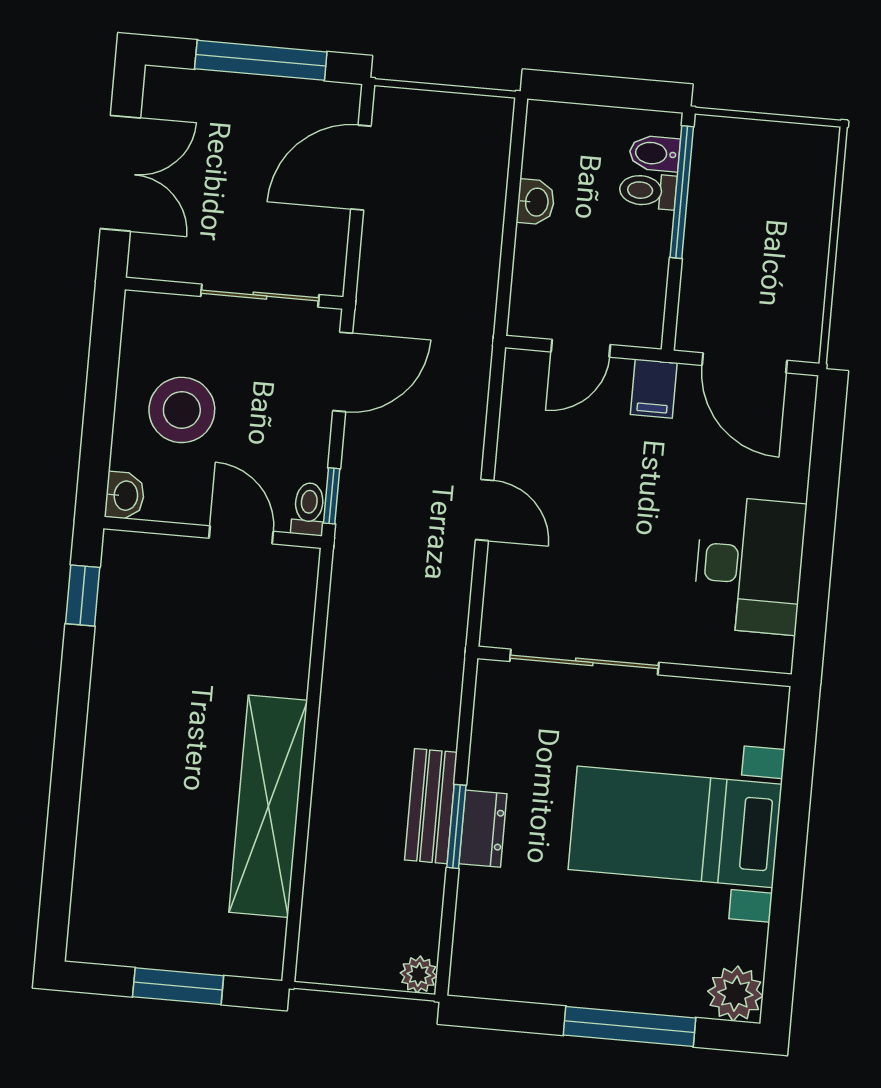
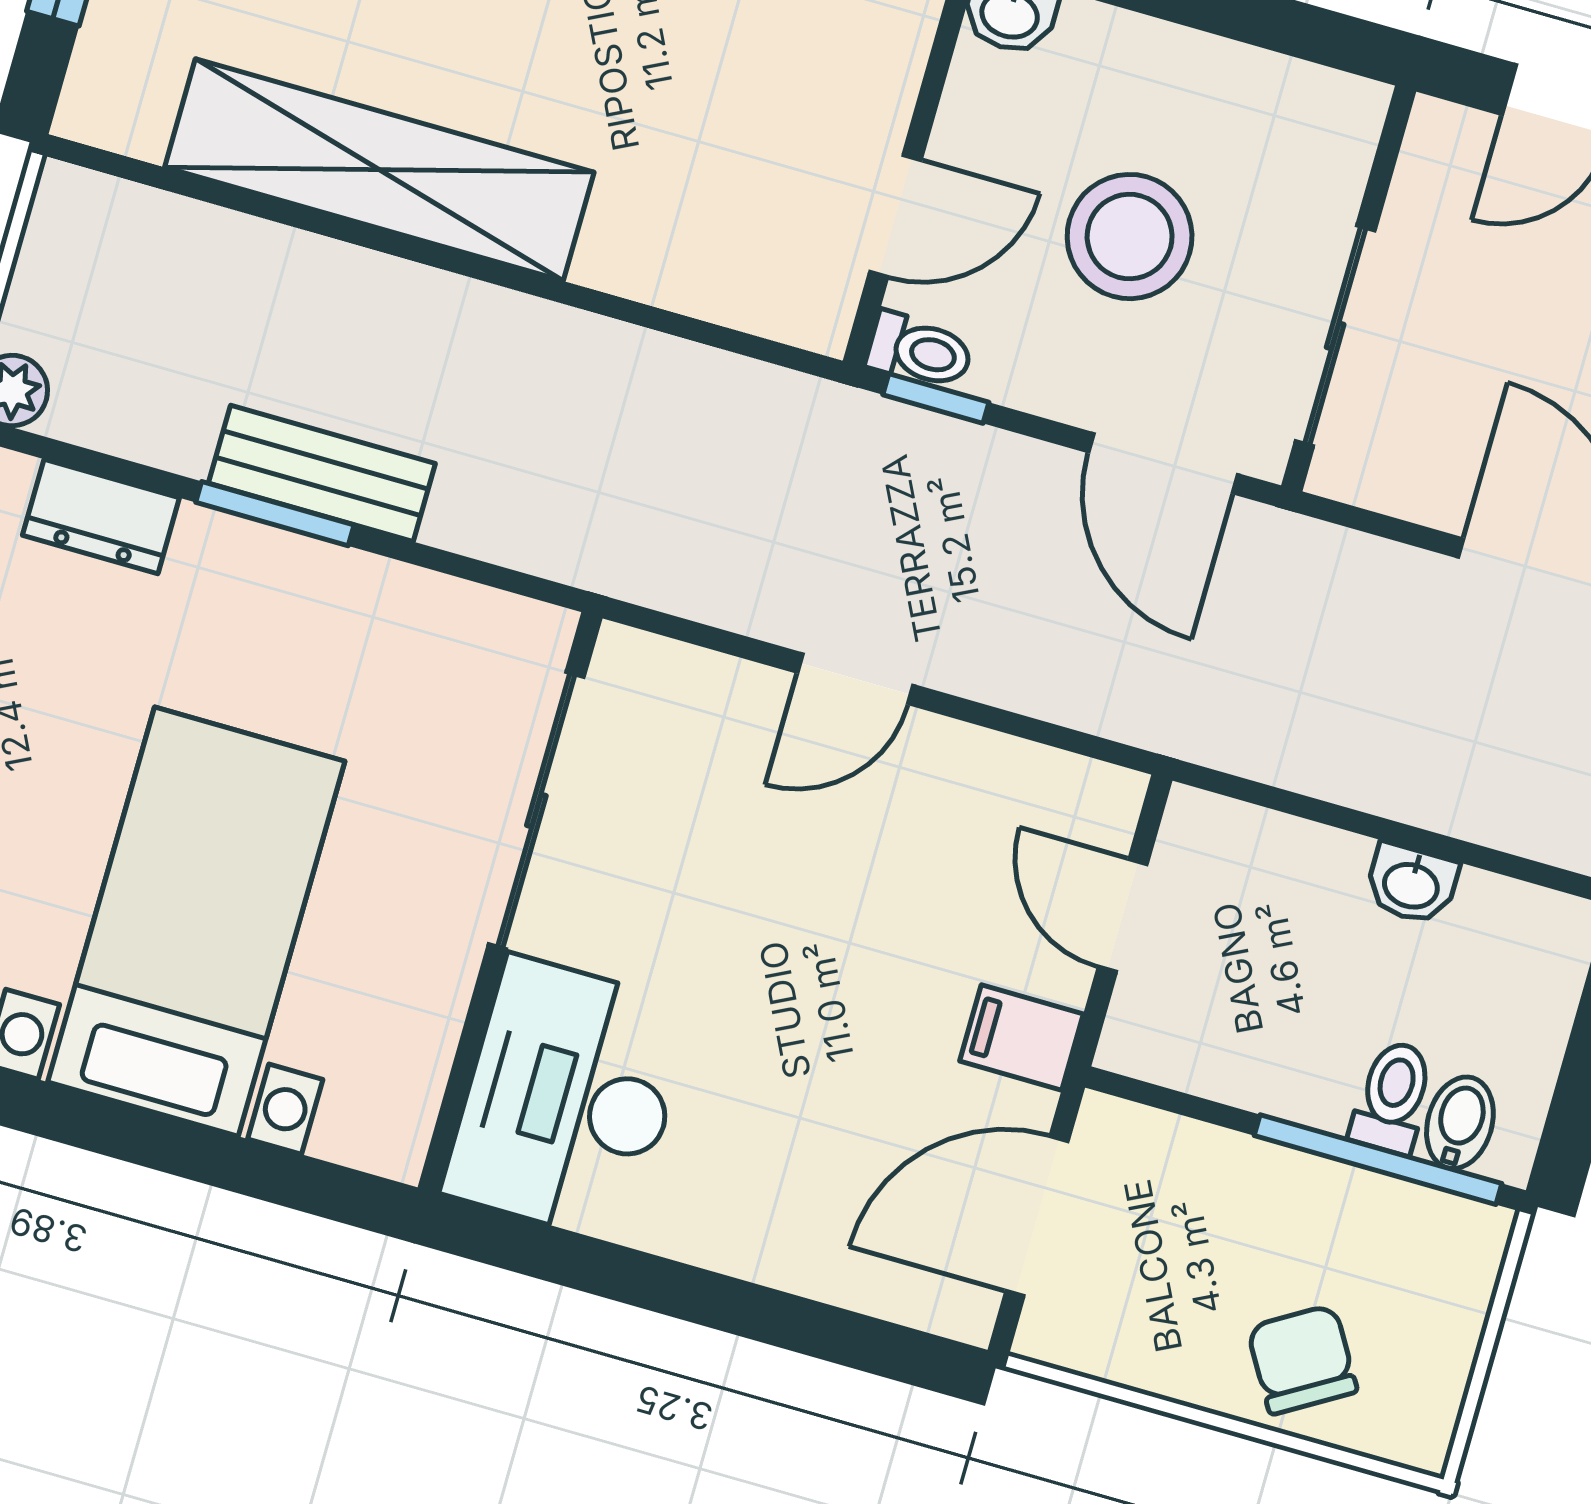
chair: (793, 212) -> (1302, 1360), added
stool: (182, 410) -> (1130, 237), moved
desk: (749, 565) -> (568, 1100), moved, turned 90
dresser: (483, 829) -> (101, 517), moved

